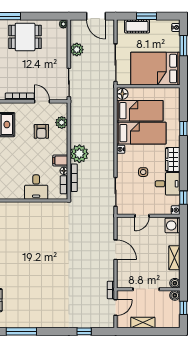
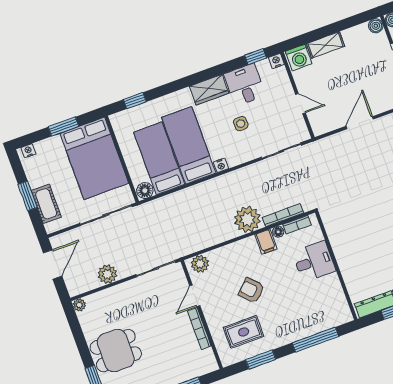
dining table: (25, 37) -> (116, 351), turned 90
window: (183, 46) -> (63, 127), moved
plant: (62, 123) -> (200, 264), moved
window: (183, 129) -> (135, 101), moved
armchair: (41, 131) -> (251, 290), moved, turned -134
shelving: (174, 258) -> (326, 45), moved

